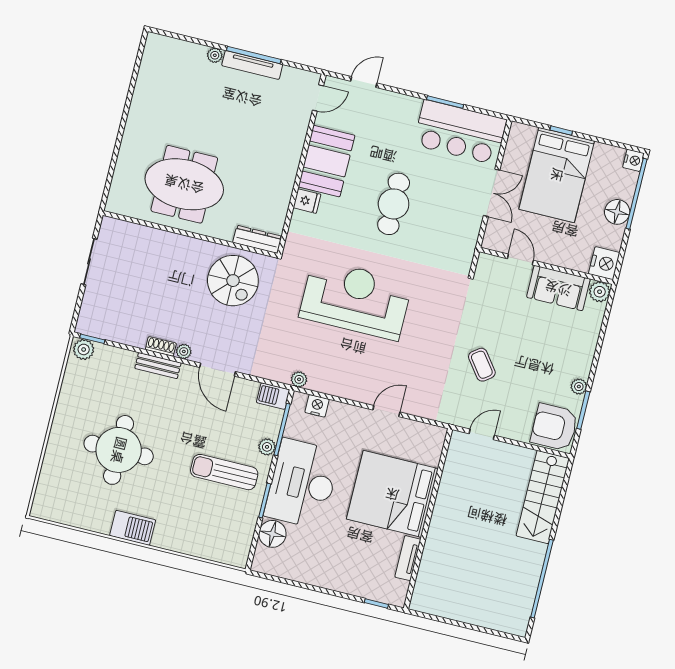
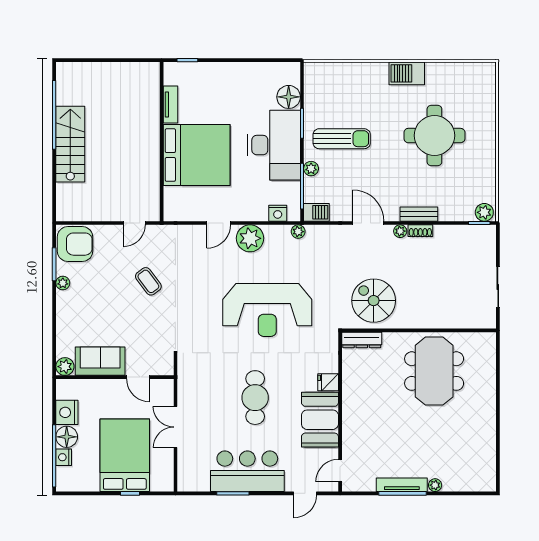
bar counter: (460, 132) -> (247, 471), moved
nightstand: (633, 160) -> (64, 457), moved
meeting table: (184, 184) -> (434, 371), turned 90
nightstand: (604, 263) -> (67, 412), moved
plant: (355, 385) -> (250, 238), added
stairs: (543, 497) -> (70, 144), moved

